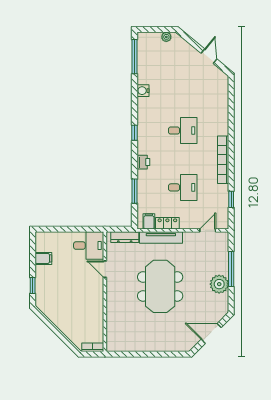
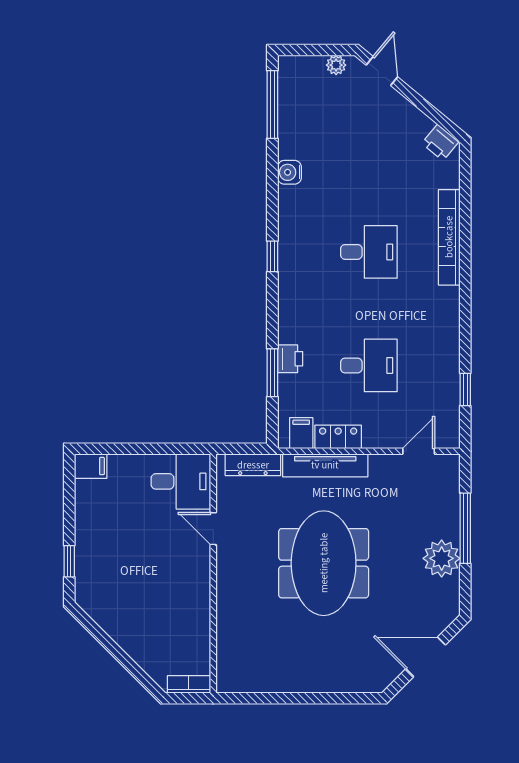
door: (209, 56) -> (382, 71), moved
printer: (219, 76) -> (440, 143), added
bookcase: (223, 160) -> (449, 237), moved
printer: (143, 162) -> (290, 359), moved
filing cabinet: (43, 258) -> (91, 466), moved

